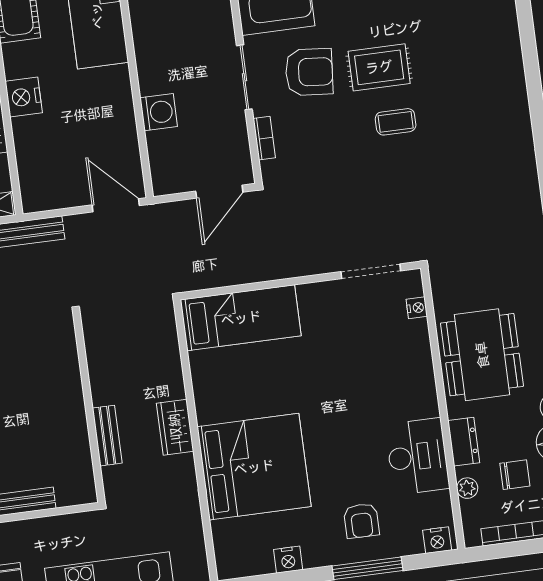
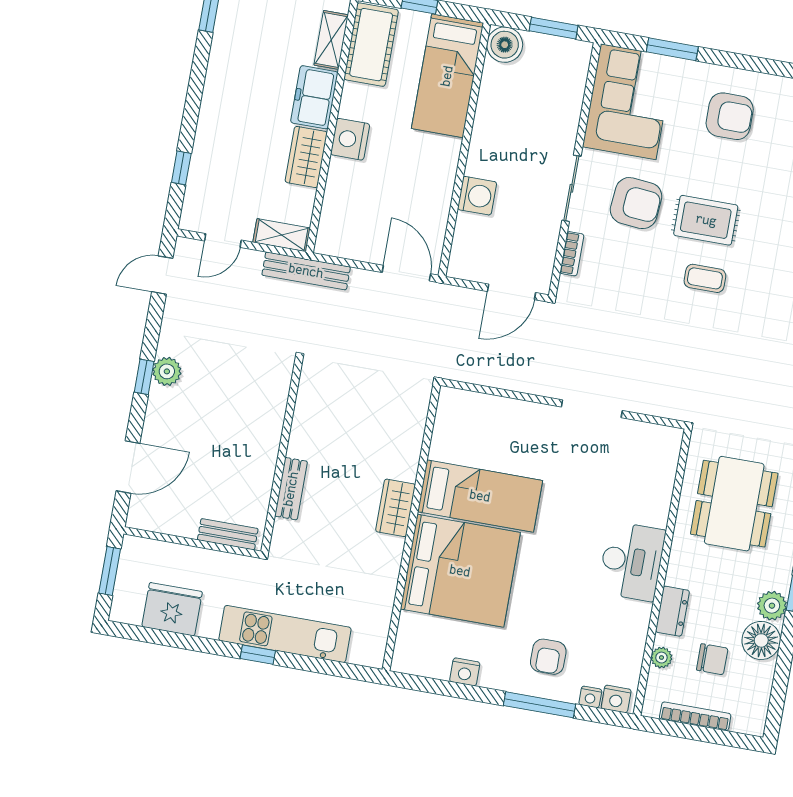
doorway: (371, 271) -> (592, 409), moved
nightstand: (417, 308) -> (590, 697), moved, turned 90
bed: (241, 318) -> (480, 496), moved
dining table: (482, 355) -> (734, 504), moved
wall: (89, 408) -> (282, 456), moved
bench: (107, 436) -> (291, 489), moved
desk: (417, 456) -> (632, 561), moved

